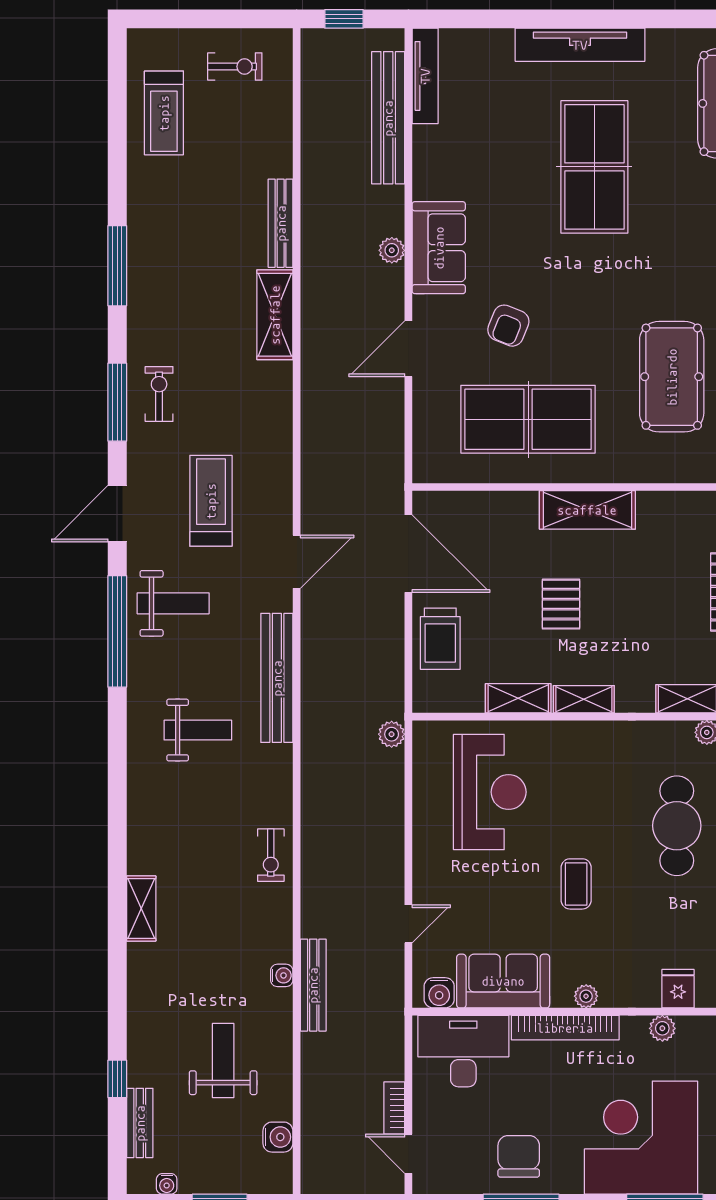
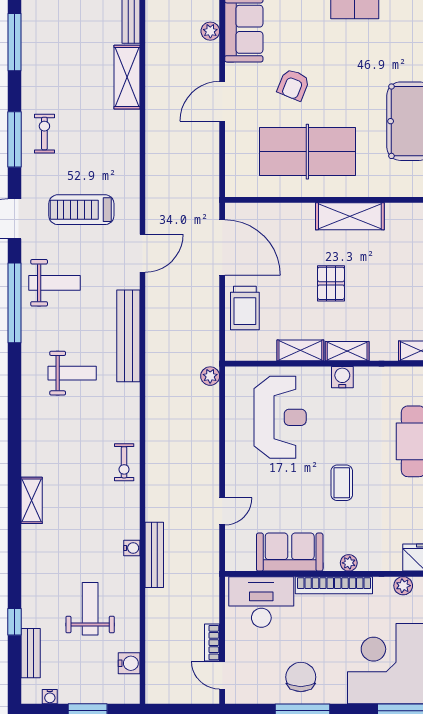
treadmill: (211, 501) -> (81, 210), turned -90
water cooler: (439, 993) -> (342, 377), moved, turned 180

